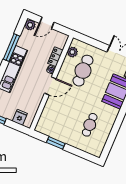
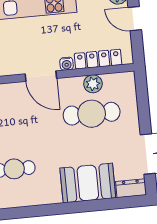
plant: (72, 52) -> (93, 84), moved
locker: (55, 57) -> (98, 59), width x1.53

